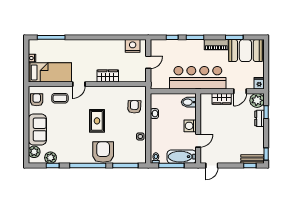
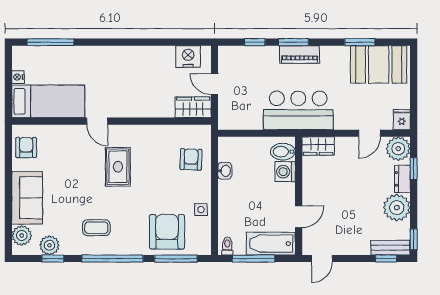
piano: (216, 45) -> (300, 55), moved
door: (148, 62) -> (214, 84), swing flipped
wardrobe: (108, 76) -> (193, 107), moved
bar counter: (198, 78) -> (298, 110), width x0.73
door: (79, 84) -> (97, 121), hinge flipped
coffee table: (60, 98) -> (96, 228), moved
wardrobe: (222, 99) -> (318, 146), moved
rug: (97, 121) -> (118, 167), moved
washing machine: (190, 126) -> (285, 172), moved
plant: (256, 135) -> (397, 208), added
armchair: (103, 152) -> (167, 232), moved

